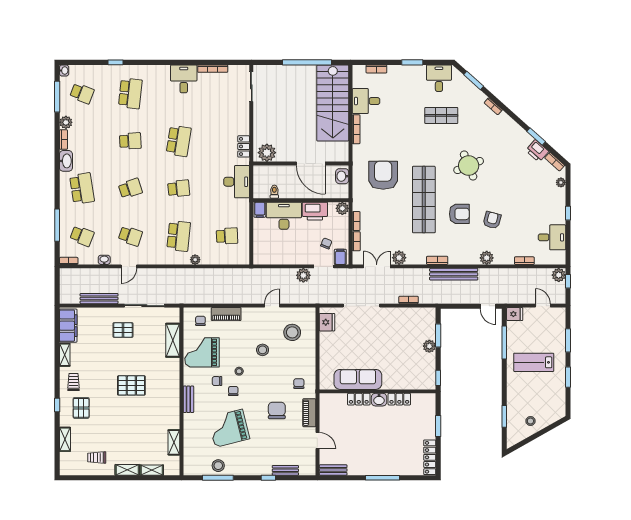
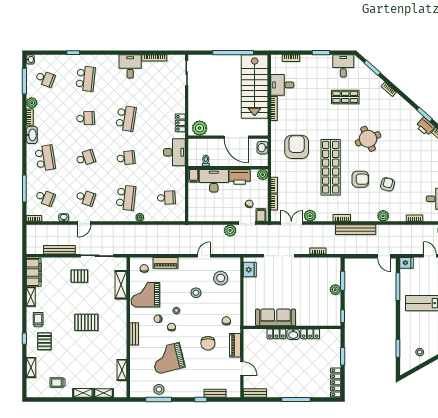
chair: (277, 410) -> (208, 343), turned 180

